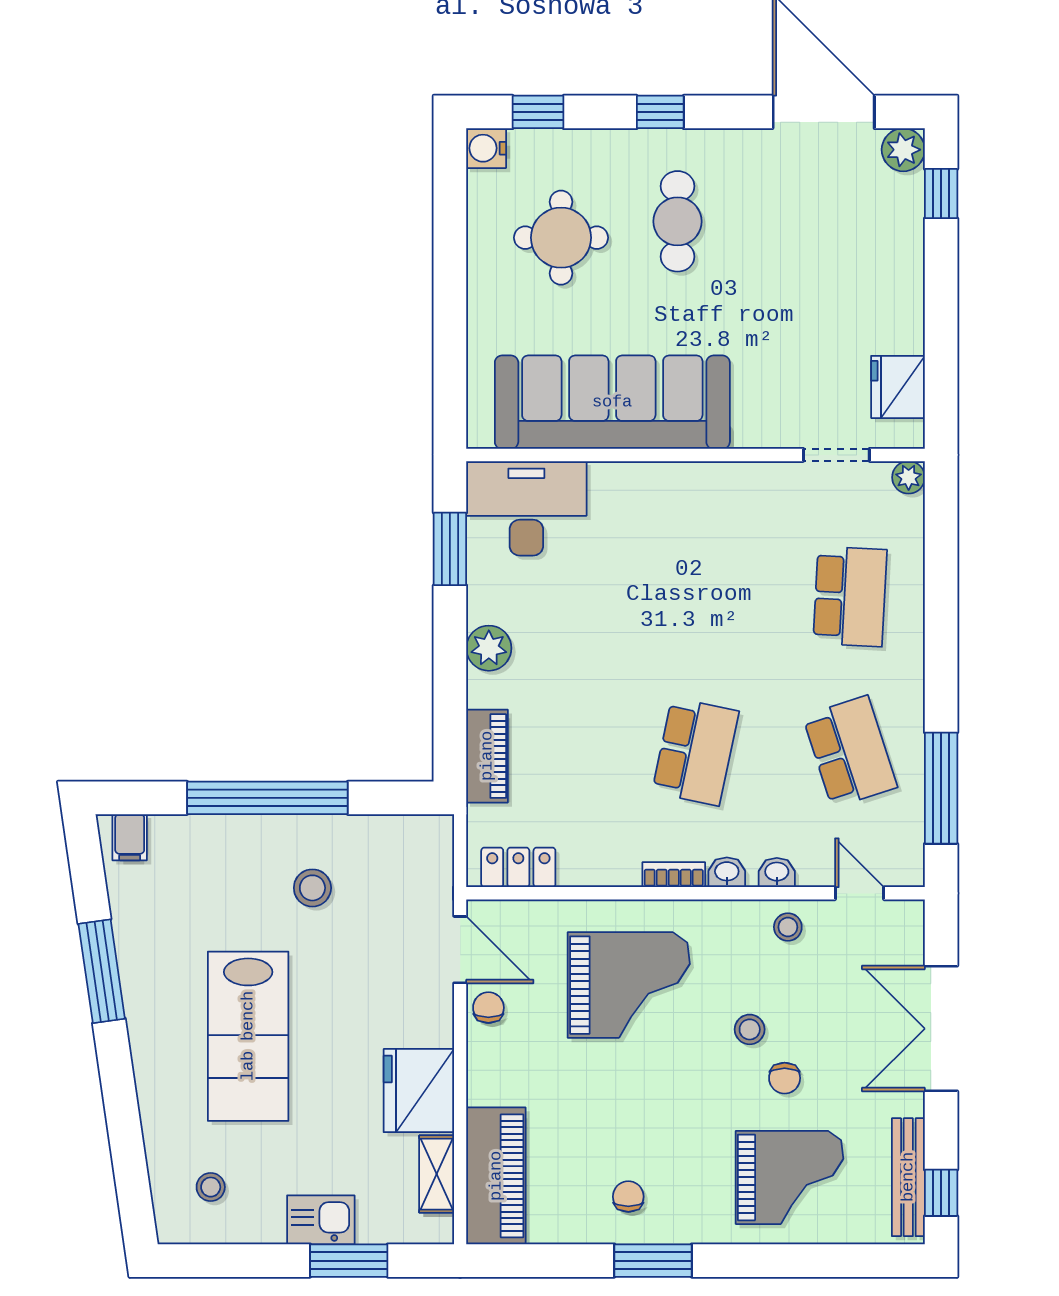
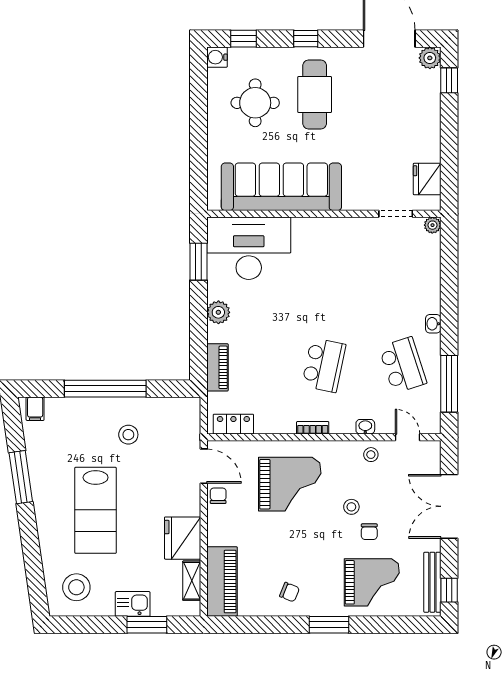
cafe table: (677, 221) -> (315, 95), width x1.37, depth x1.35
desk: (526, 508) -> (249, 248), width x1.36, depth x1.30
school desk: (850, 597) -> (403, 286), removed
washbasin: (727, 872) -> (433, 324), moved, turned -90
stool: (211, 1187) -> (76, 587), width x1.89, depth x1.89
chair: (628, 1197) -> (289, 592), turned 112
window: (653, 1261) -> (329, 625), moved

